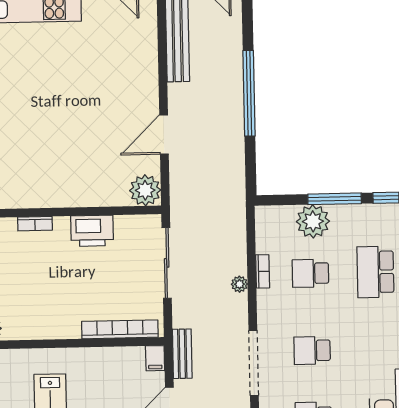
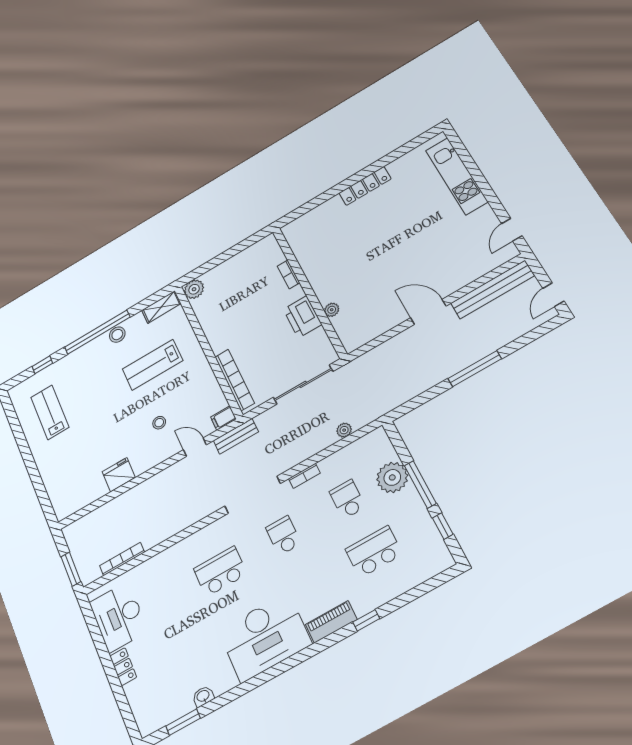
window: (249, 93) -> (475, 369), width x0.68
door: (164, 134) -> (428, 312), moved
plant: (145, 190) -> (332, 310), moved, width x0.53, depth x0.53
bookcase: (263, 271) -> (304, 476), moved
plant: (239, 284) -> (344, 430), moved

